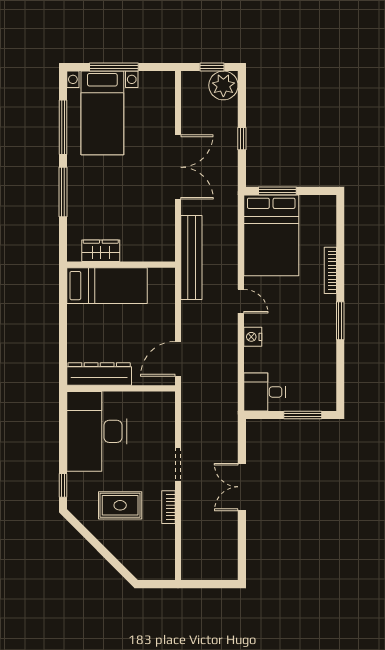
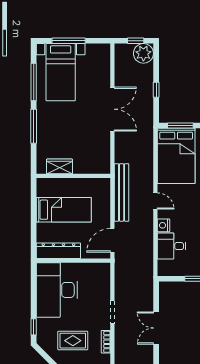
bench: (191, 257) -> (122, 192), moved
bed: (107, 286) -> (64, 210), moved
desk: (264, 392) -> (171, 246), moved

